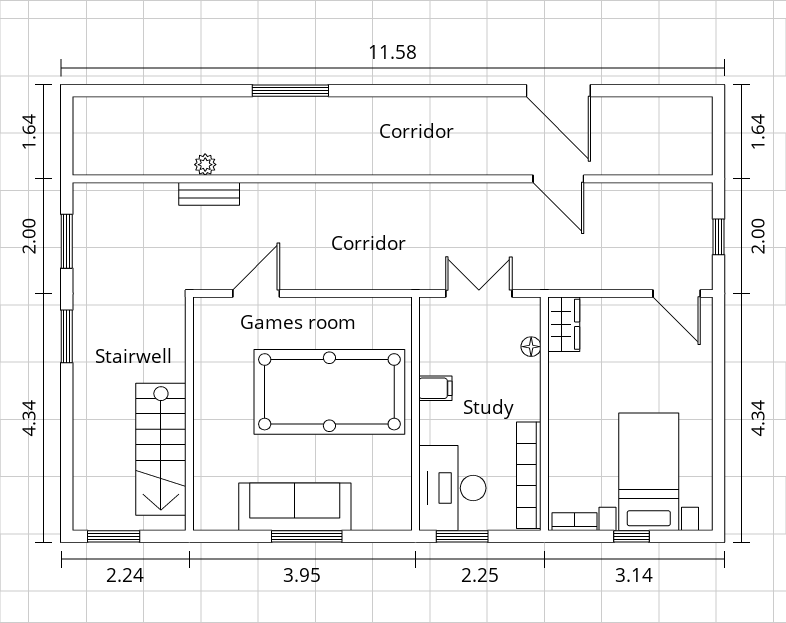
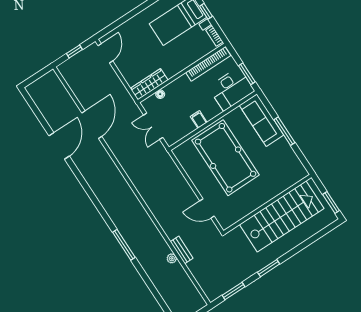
door: (558, 179) -> (92, 125), width x1.36
wardrobe: (564, 324) -> (149, 84), width x1.50
stairs: (161, 449) -> (282, 217), width x1.36, depth x1.51
sofa: (295, 507) -> (262, 120), moved

